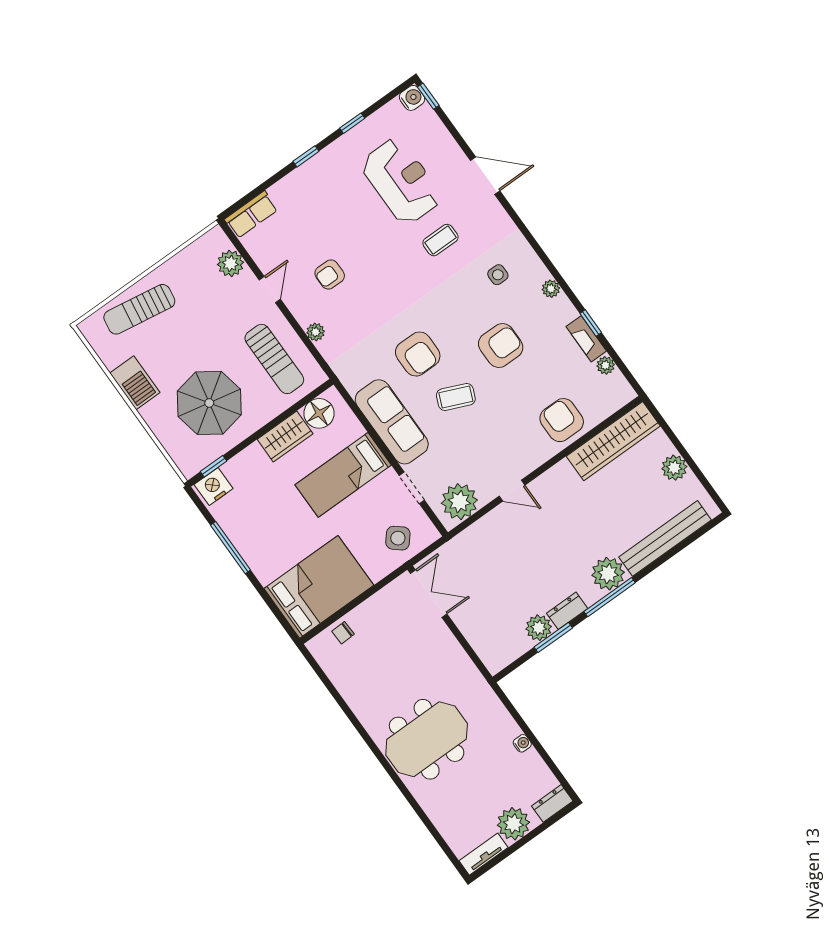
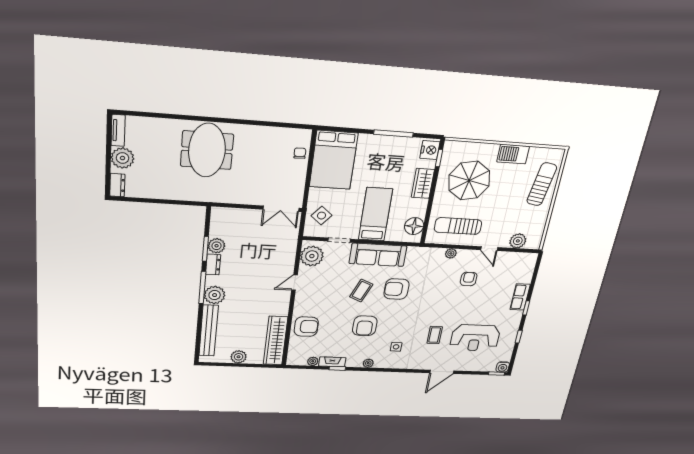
row of seats: (251, 215) -> (520, 297), moved
wardrobe: (285, 437) -> (423, 183), moved
water cooler: (522, 743) -> (163, 195), removed

